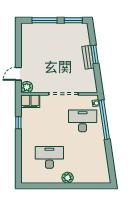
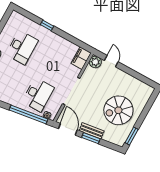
window: (44, 20) -> (146, 110), removed
spiral stairs: (57, 44) -> (118, 110), added
door: (98, 78) -> (68, 129), added
window: (18, 123) -> (47, 25), moved

